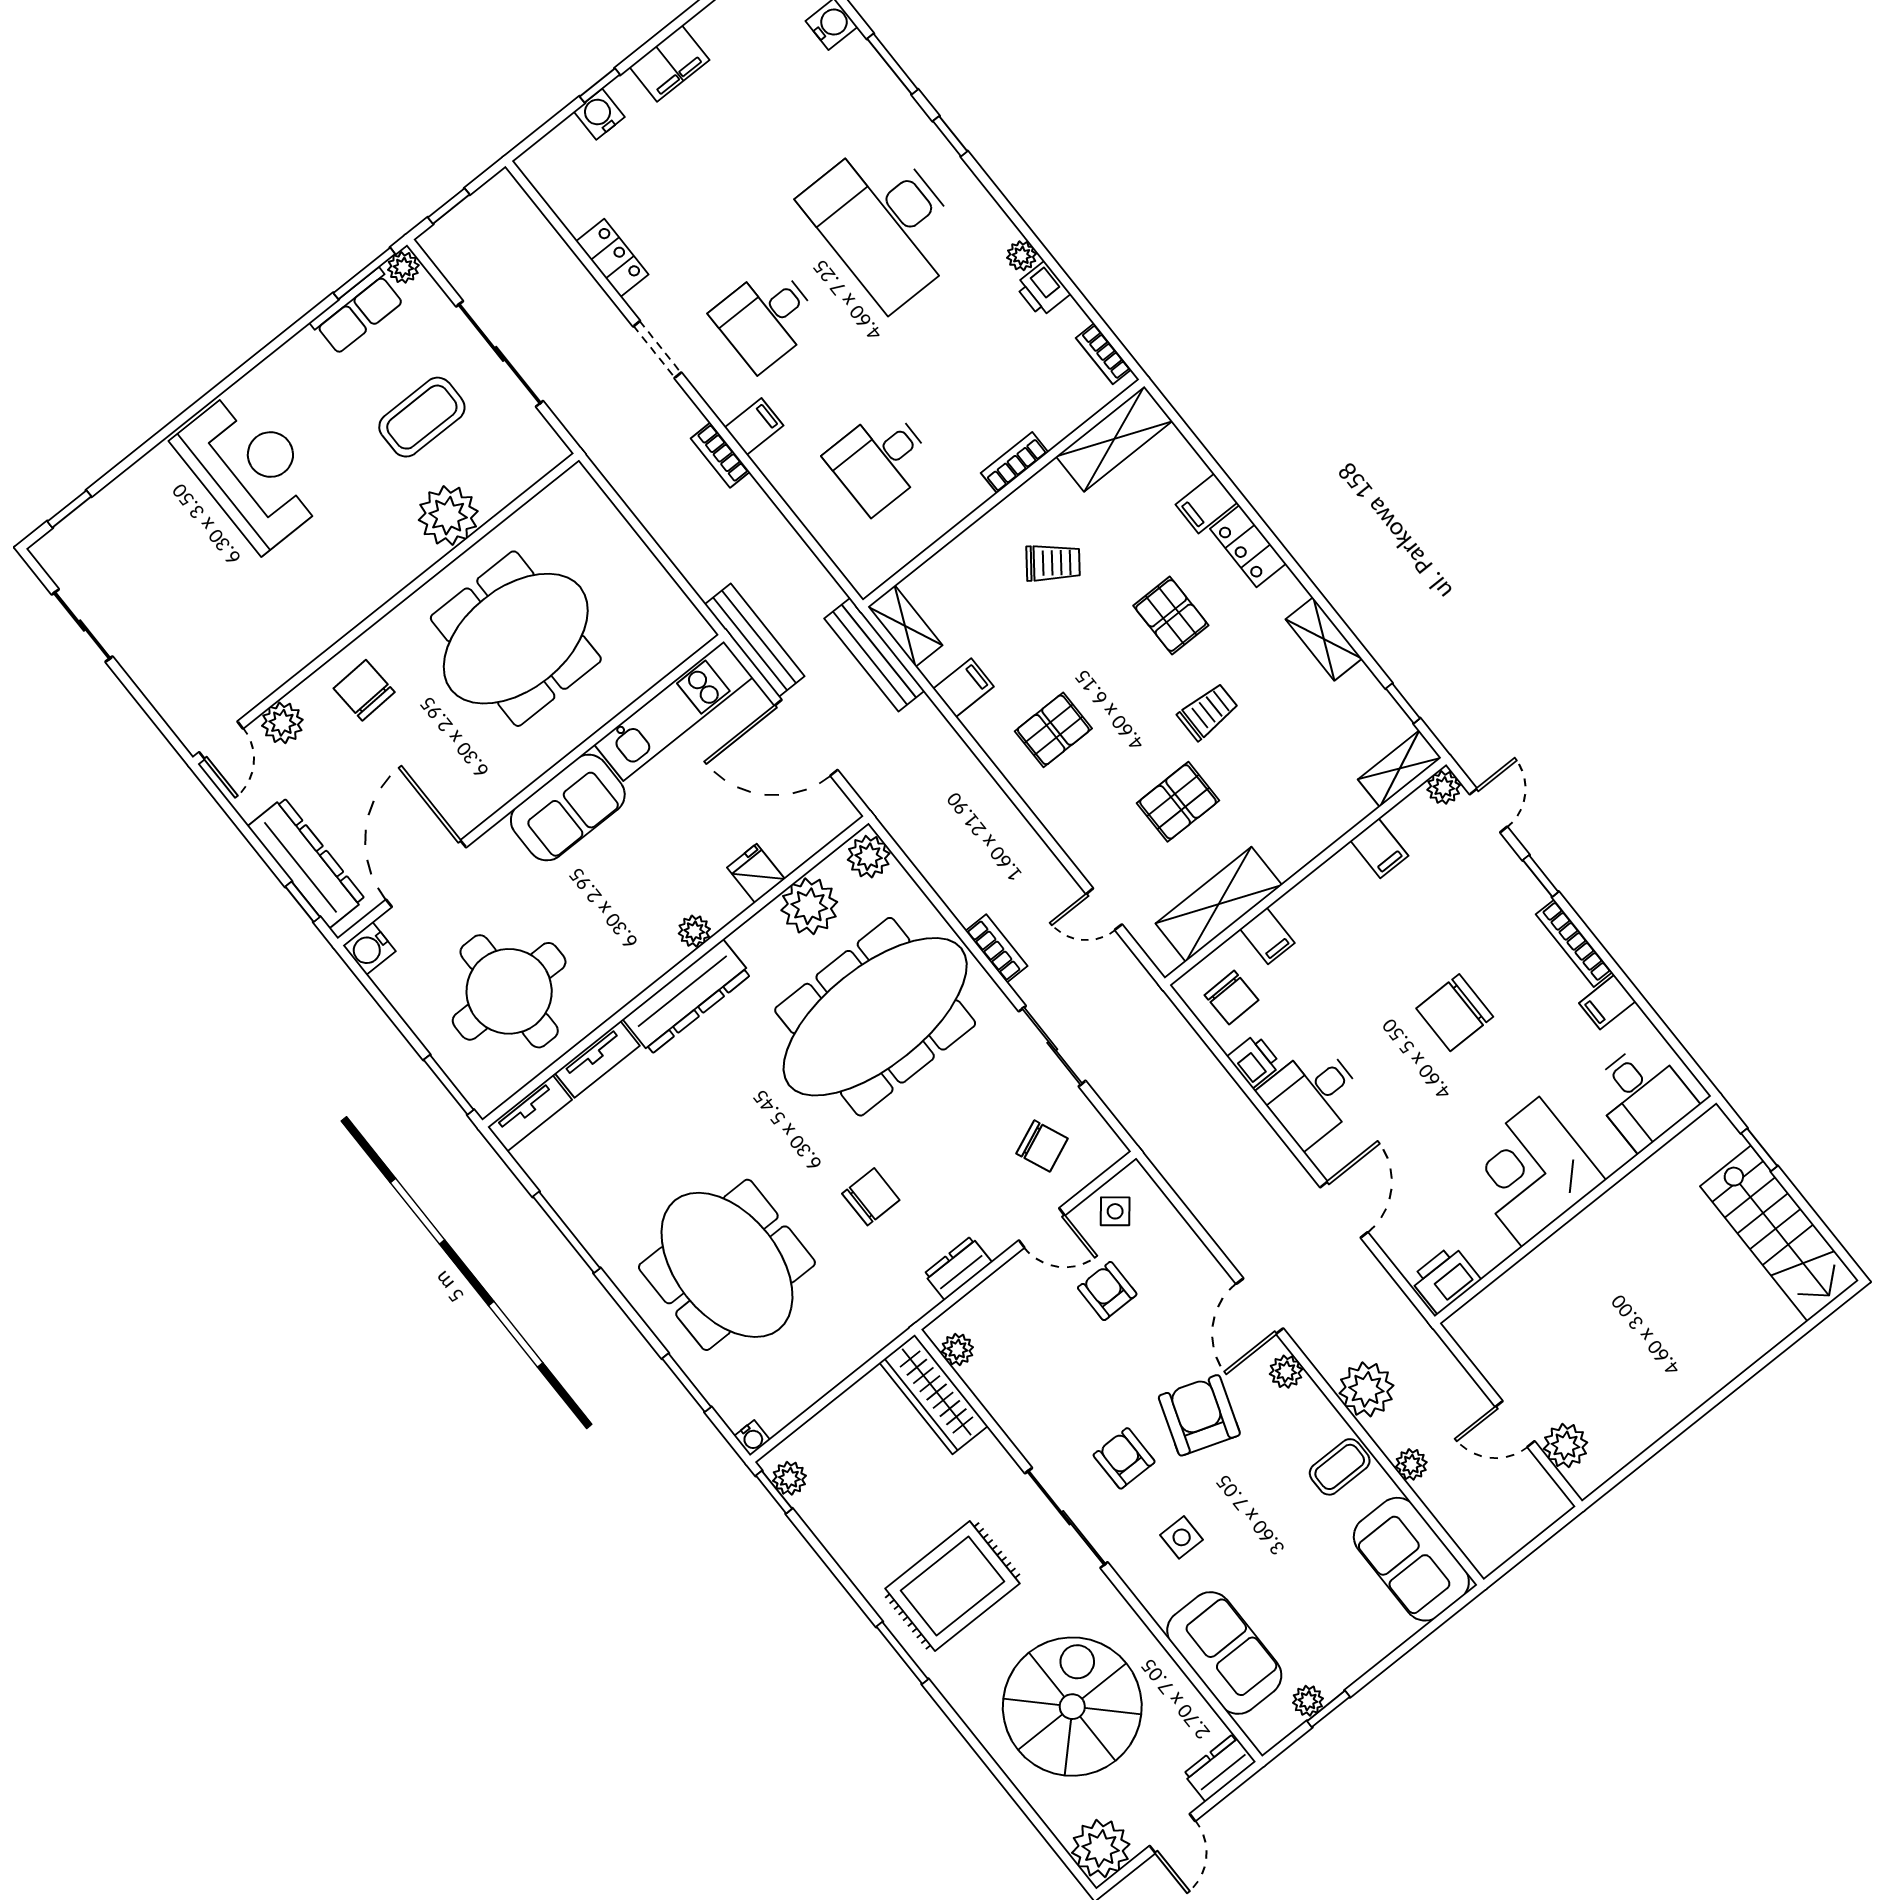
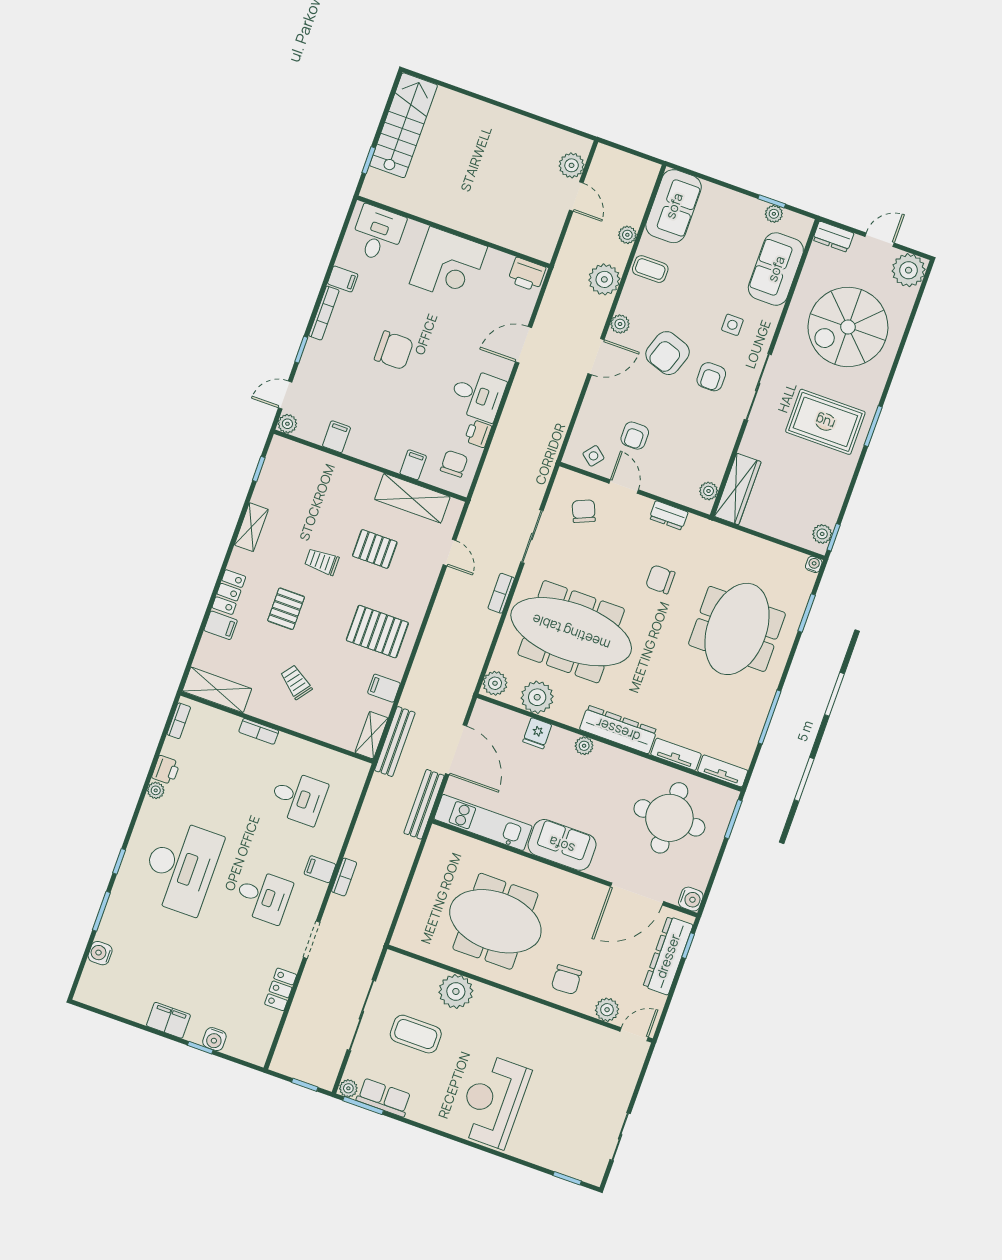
pallet: (1053, 730) -> (377, 632), width x1.50, depth x1.42
shelving: (1400, 769) -> (292, 451), removed

